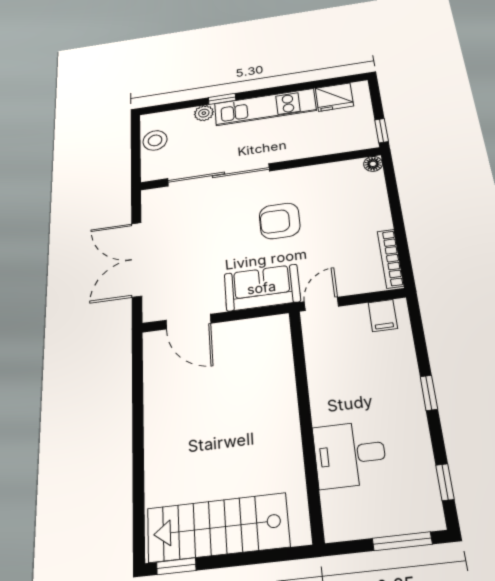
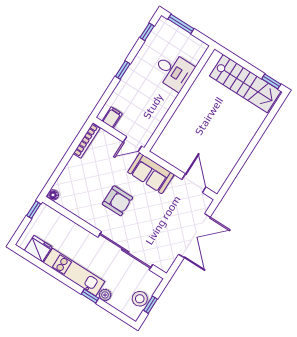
window: (136, 144) -> (150, 305), added

